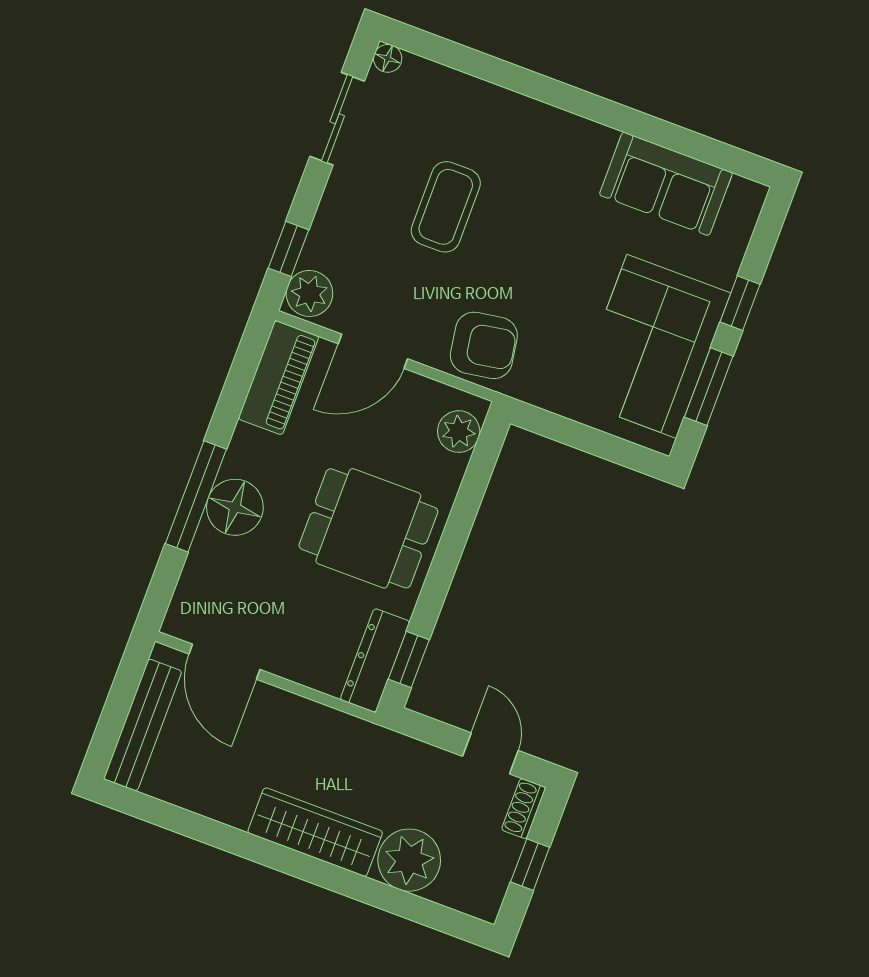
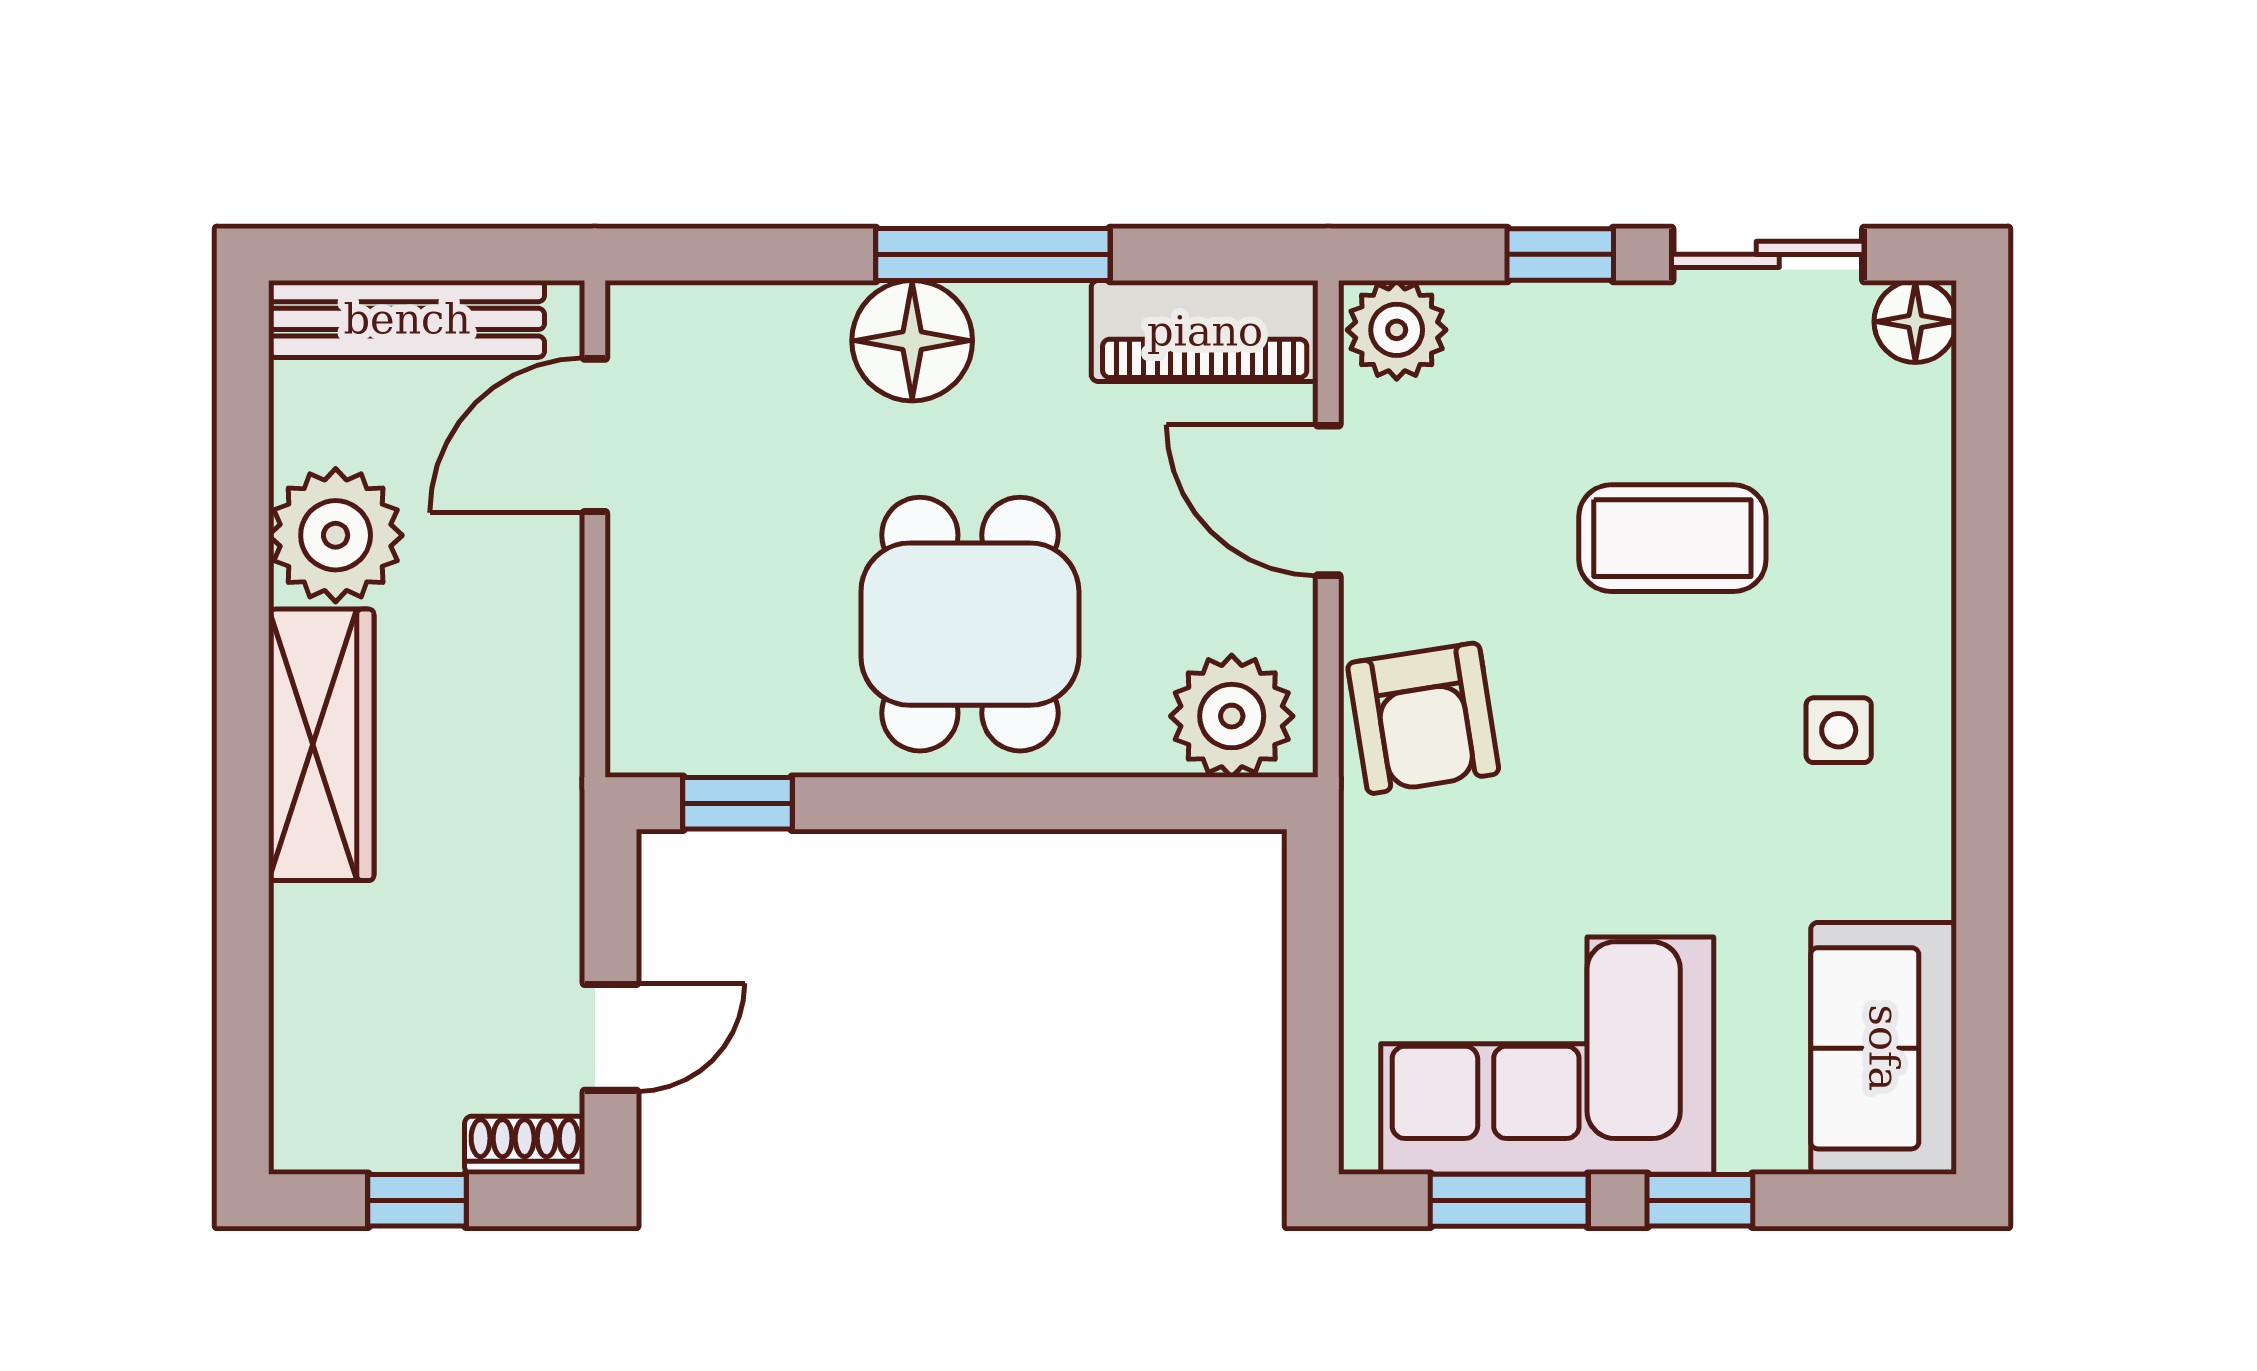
floor lamp: (388, 58) -> (1915, 322), width x1.37, depth x1.37
side table: (557, 166) -> (1839, 730), added
sofa: (666, 184) -> (1884, 1048), moved
window: (288, 249) -> (1560, 254), moved
plant: (459, 432) -> (1232, 716), width x1.36, depth x1.36
window: (196, 496) -> (993, 254), moved
dresser: (375, 660) -> (710, 736), removed
plant: (409, 860) -> (336, 535), moved

